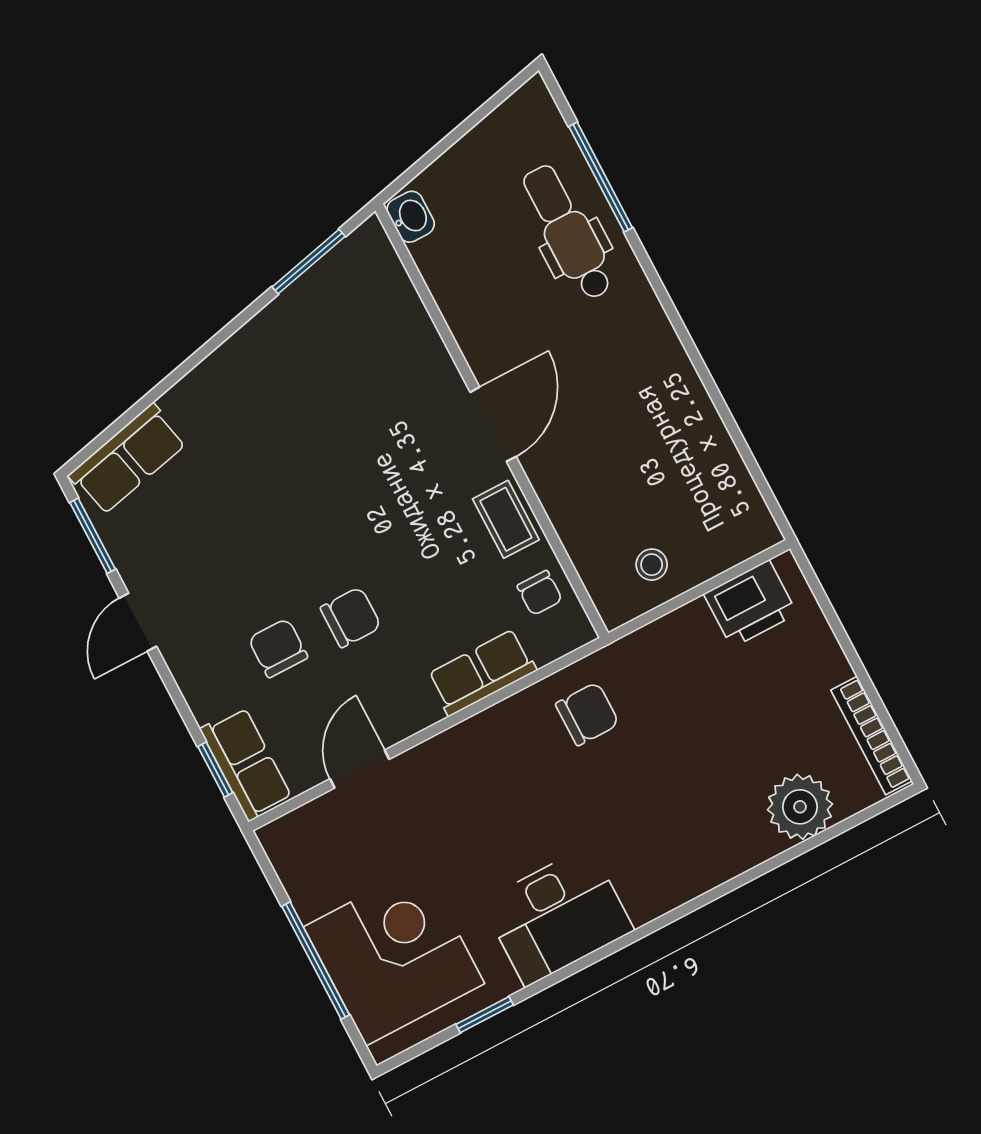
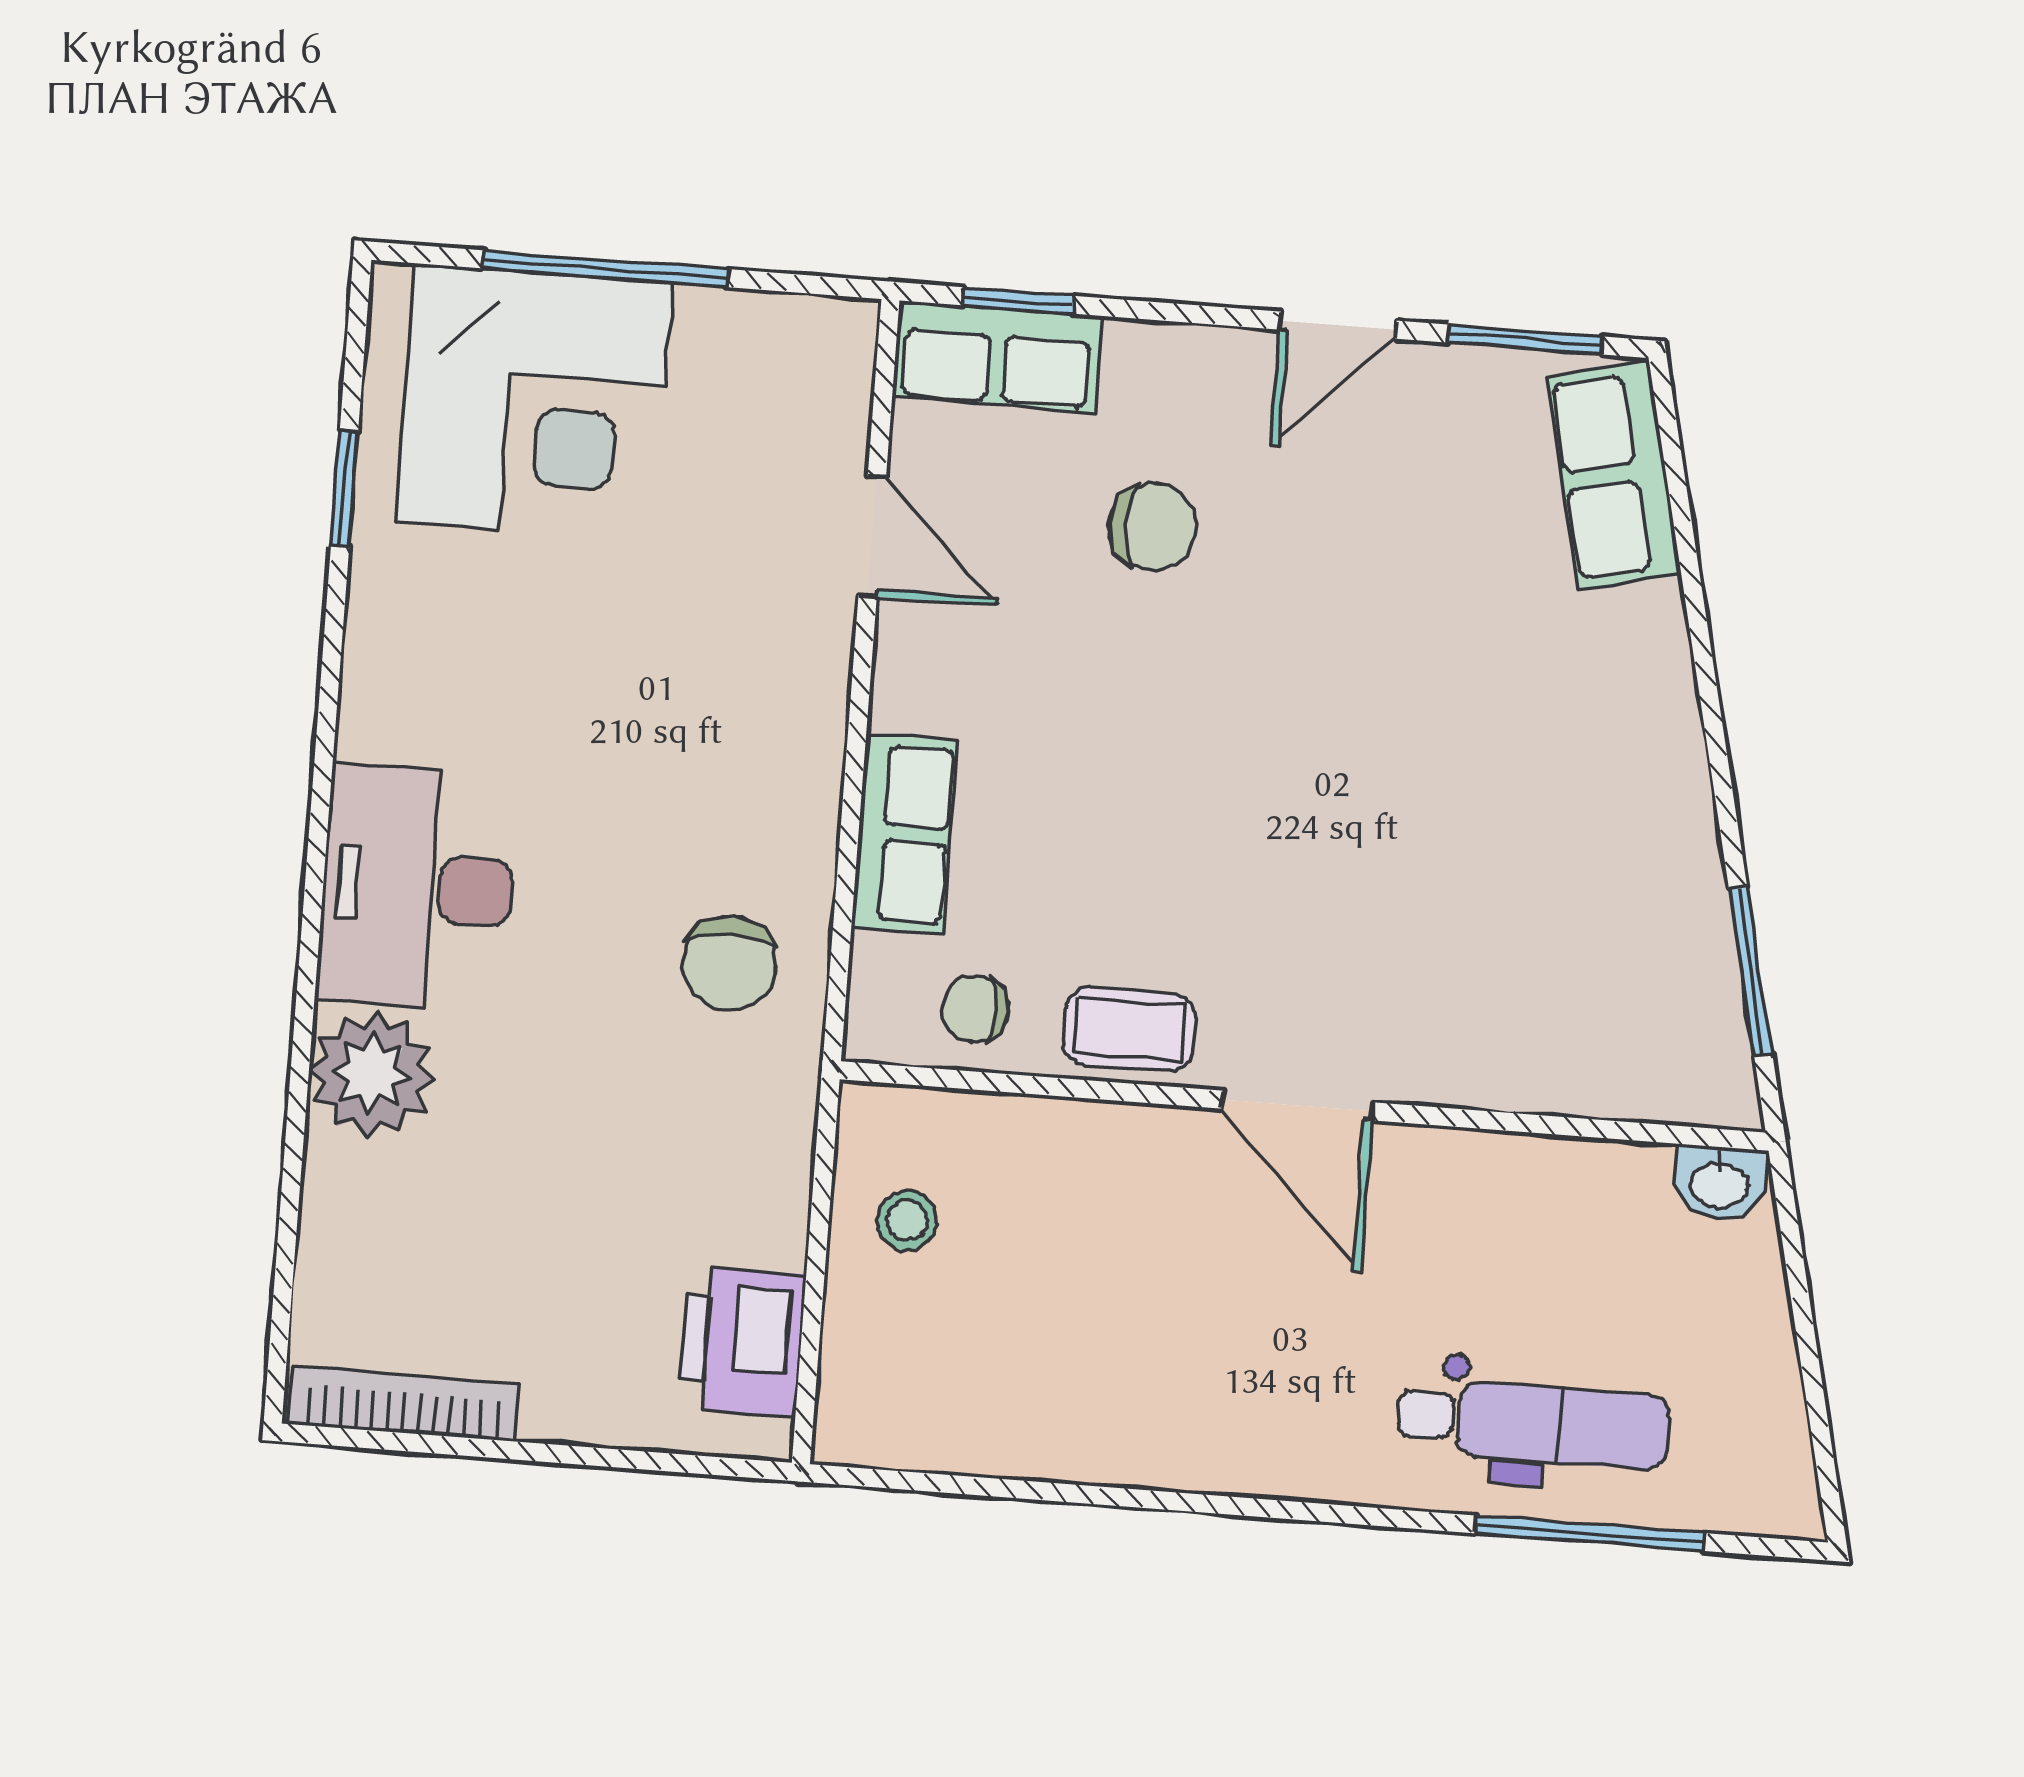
chair: (351, 617) -> (1128, 677), removed
door: (138, 622) -> (1338, 325), swing flipped
plant: (800, 807) -> (372, 1074), moved
desk: (558, 916) -> (417, 887), moved

